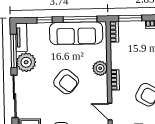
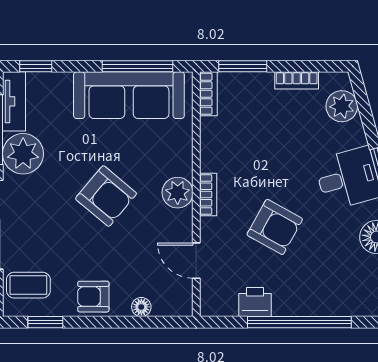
window: (45, 20) -> (36, 66), moved
plant: (100, 68) -> (178, 193), moved

